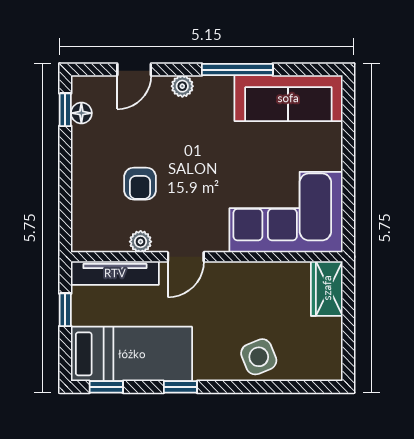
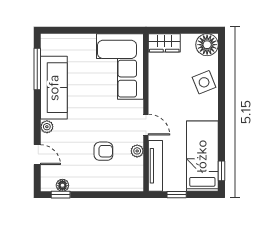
window: (237, 70) -> (37, 69), moved
sofa: (288, 98) -> (54, 88), moved
floor lamp: (323, 362) -> (207, 45), added
window: (180, 387) -> (221, 128), removed

